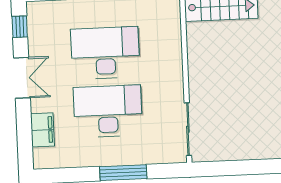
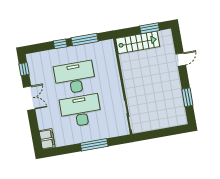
filing cabinet: (42, 130) -> (47, 139), moved

